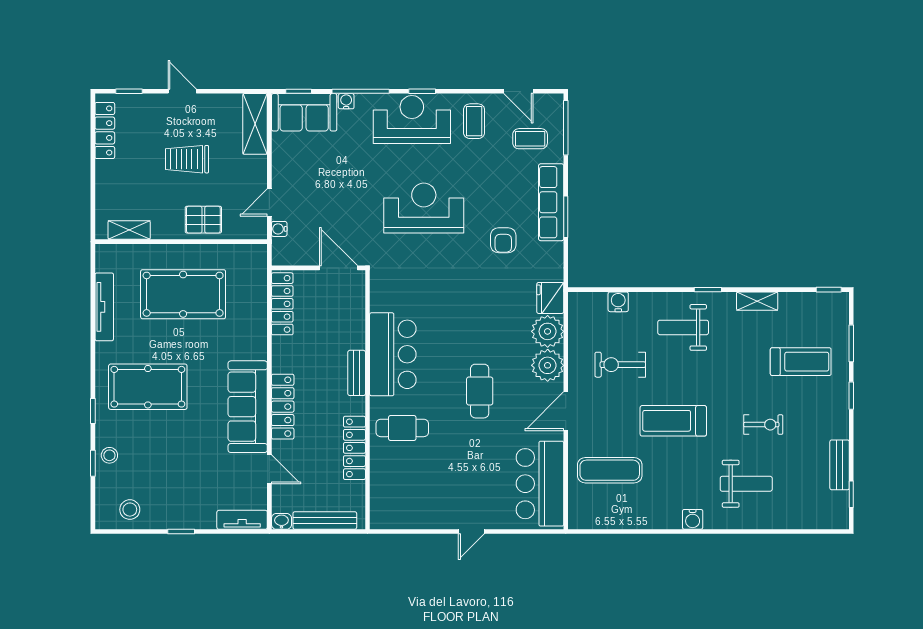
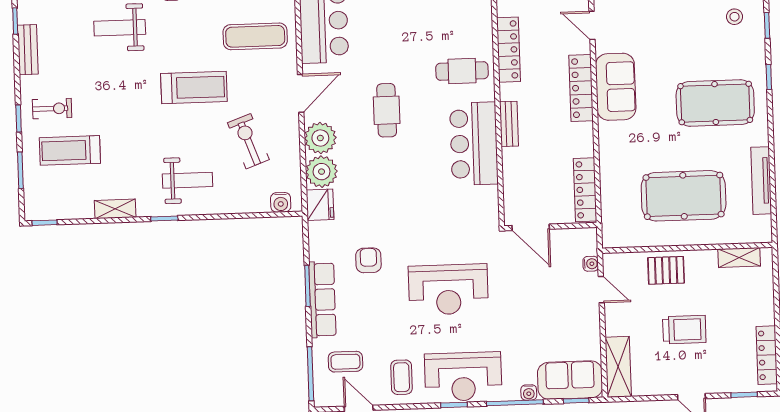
door: (269, 203) -> (601, 290), hinge flipped
water cooler: (618, 302) -> (281, 202), moved
exercise bike: (620, 365) -> (248, 141), turned -110
sofa: (248, 407) -> (616, 87), width x0.73
exercise bike: (763, 425) -> (52, 109), moved, turned 180
stool: (109, 455) -> (735, 17), moved

